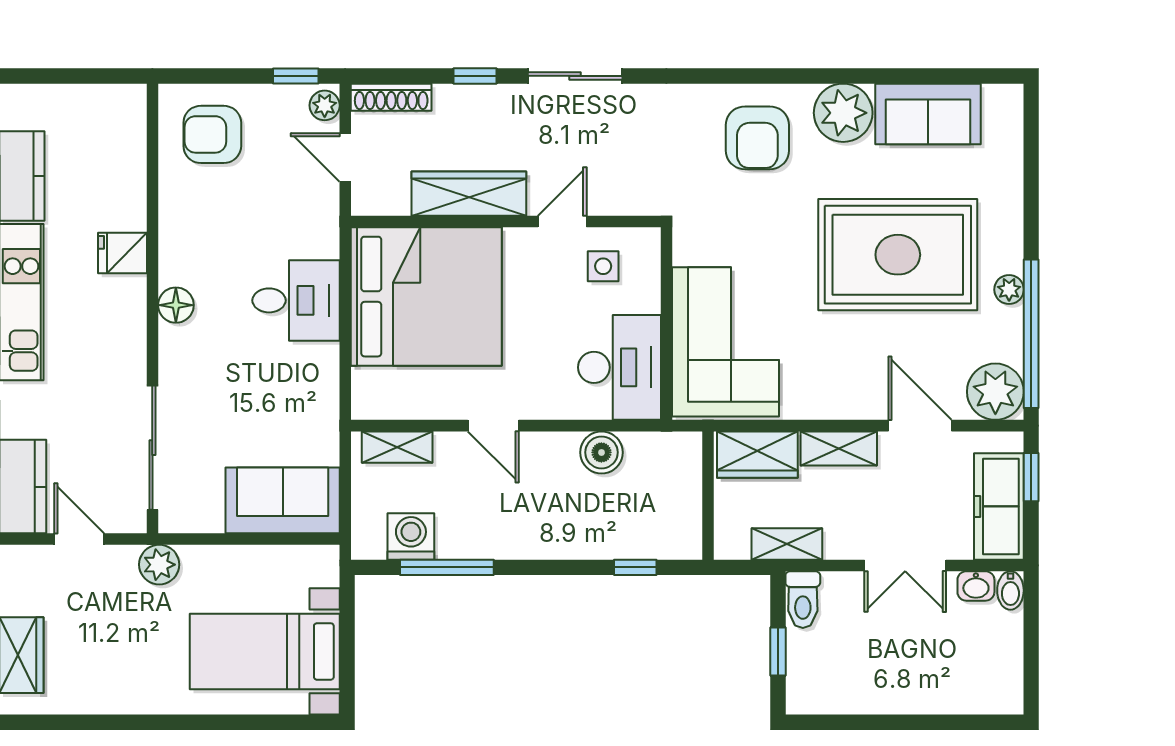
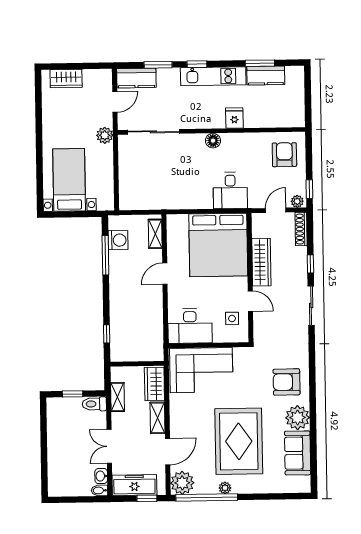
desk: (296, 300) -> (230, 190), moved
boiler: (601, 452) -> (154, 319), removed
sofa: (283, 500) -> (132, 186), removed

